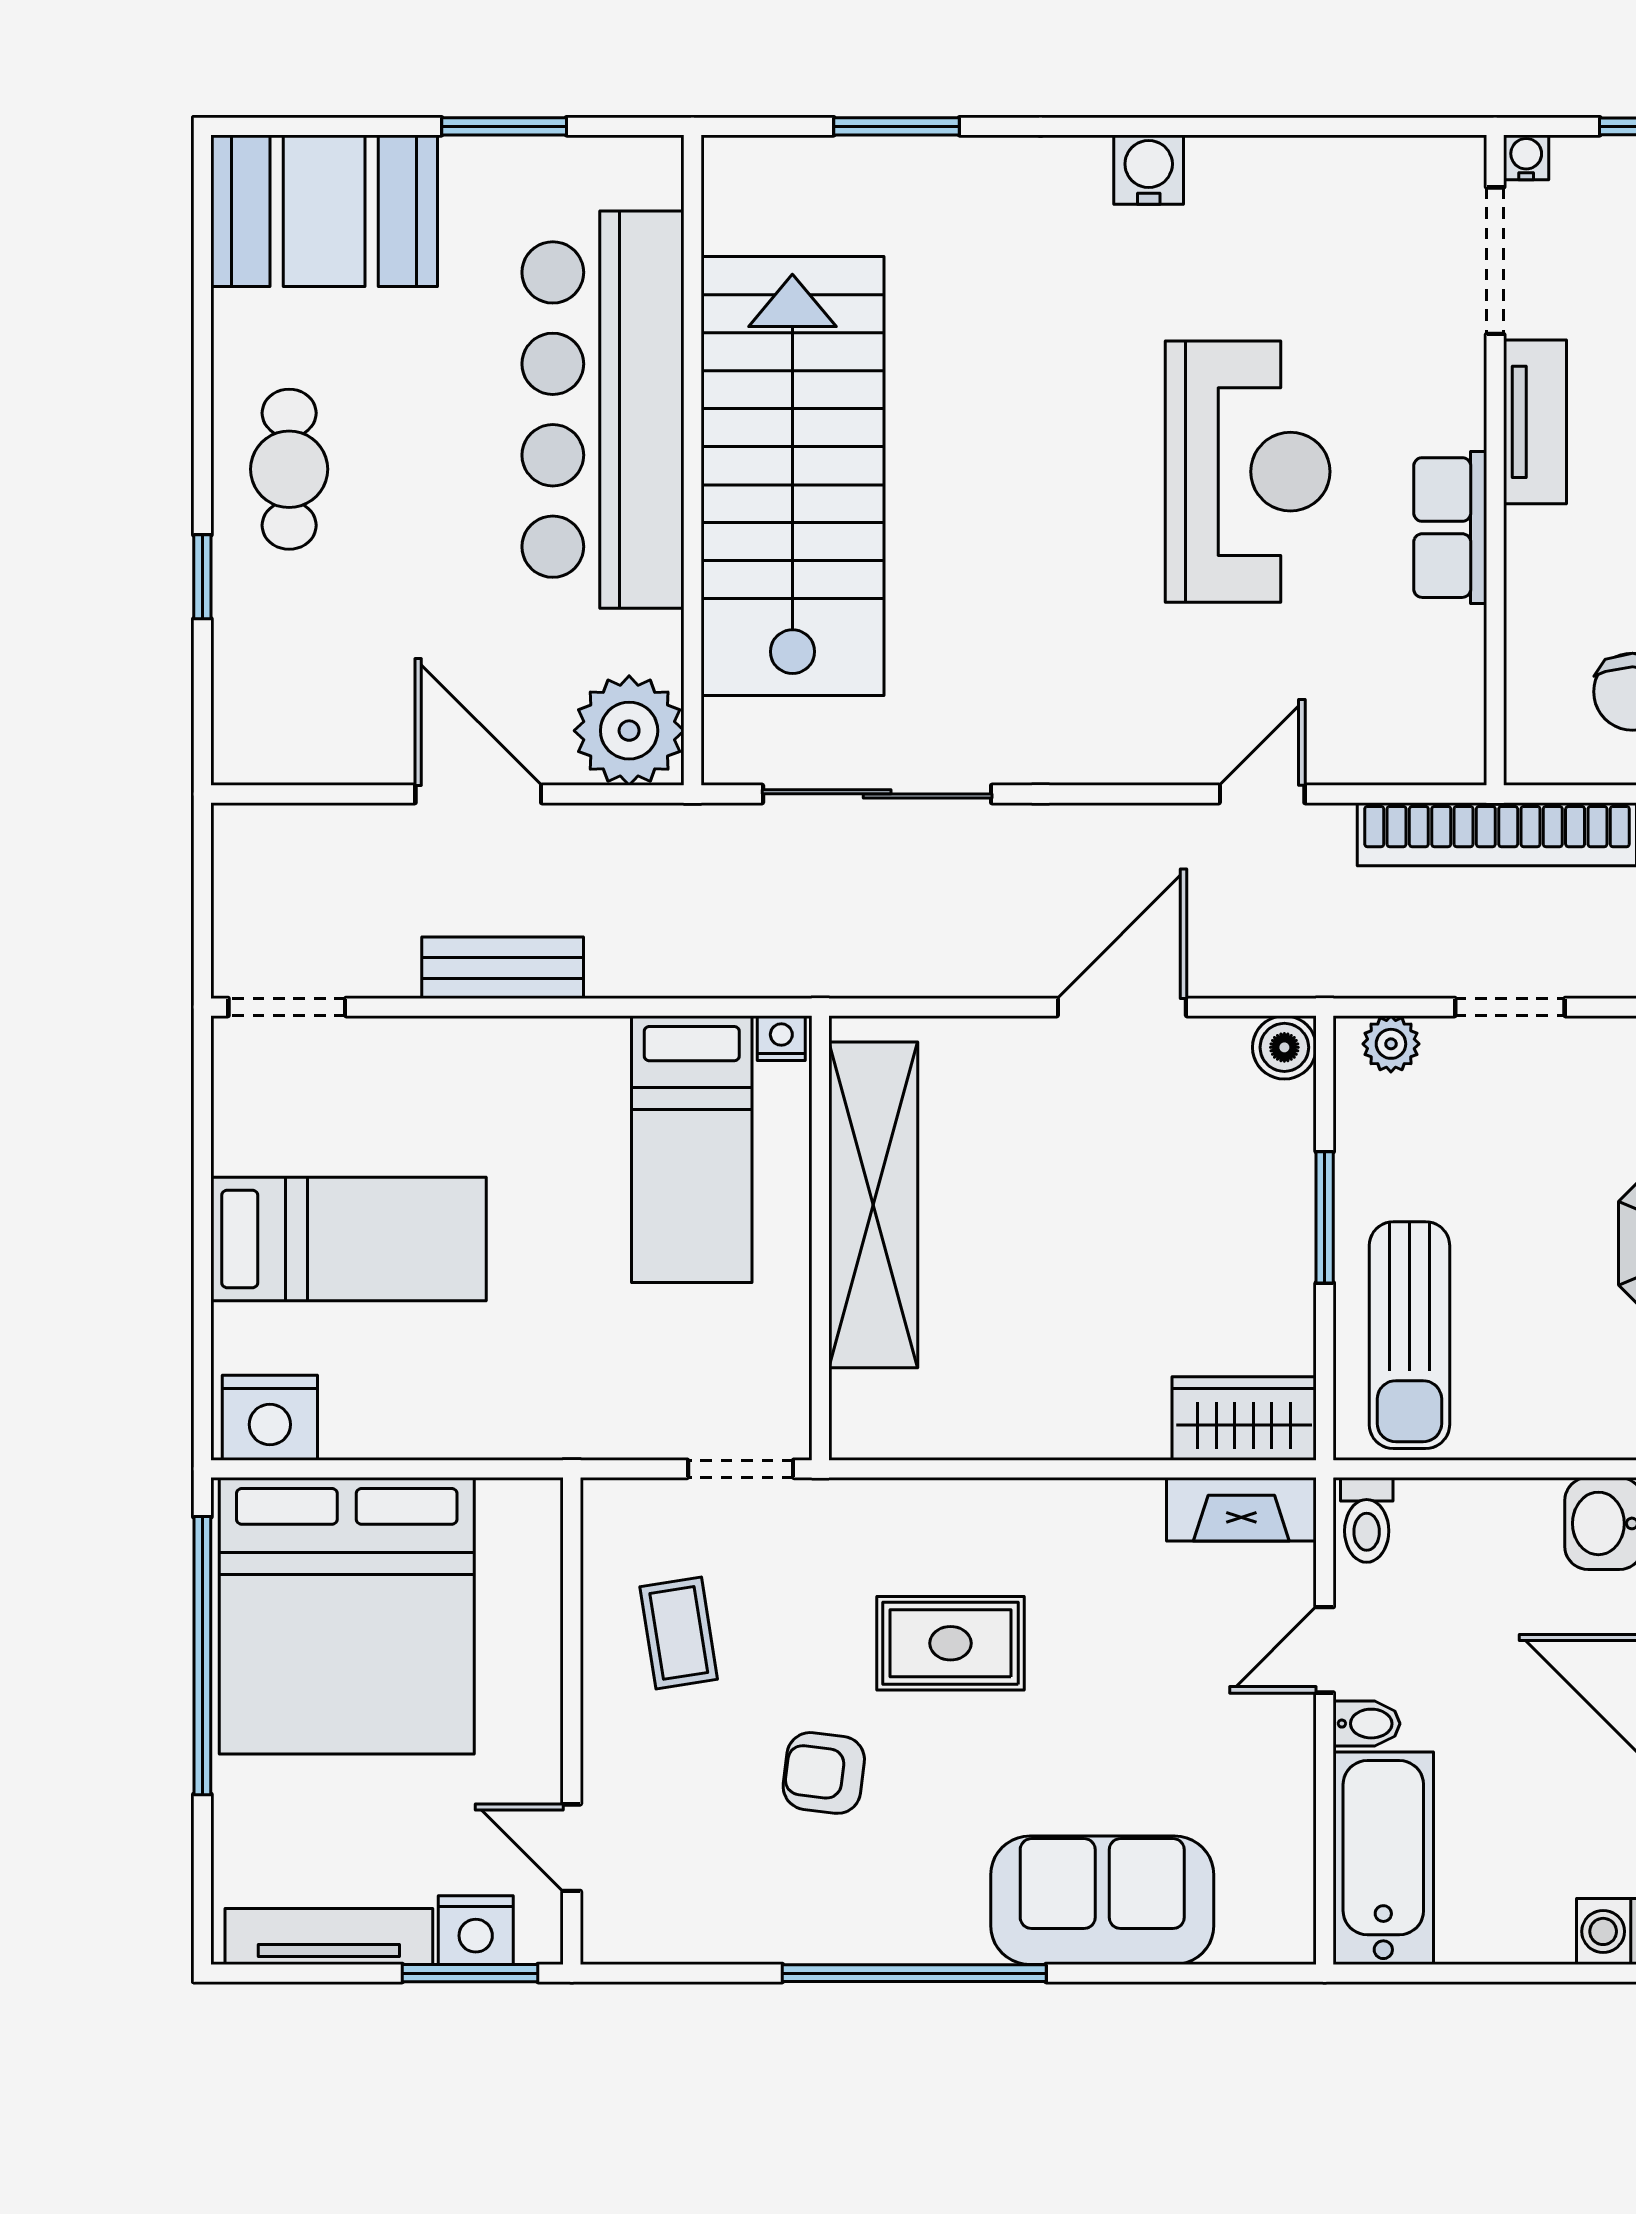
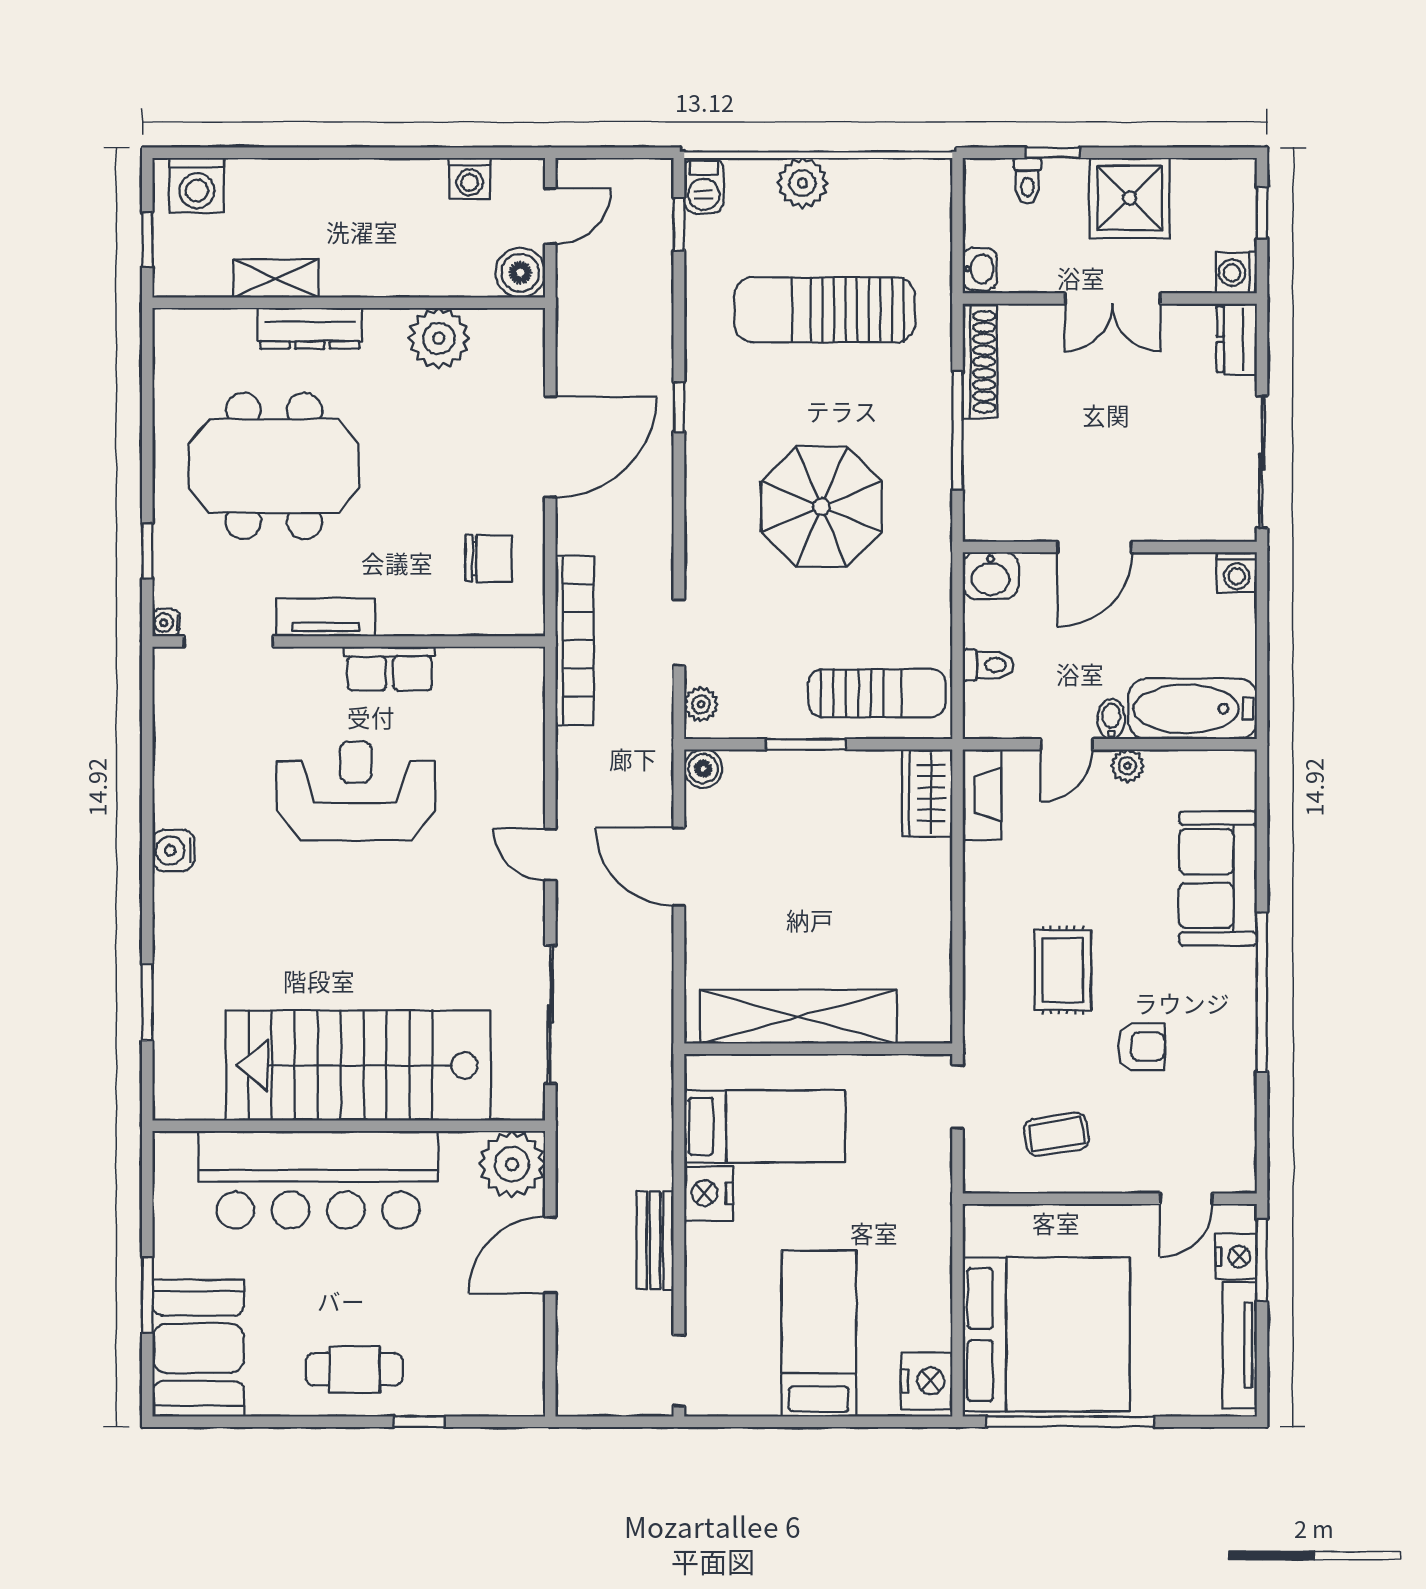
window: (504, 126) -> (147, 1295), moved
door: (1262, 794) -> (550, 855), moved
nightstand: (781, 1038) -> (708, 1193), moved, width x1.89, depth x1.79
toilet: (1367, 1520) -> (988, 665), moved
door: (1325, 1650) -> (1067, 744), hinge flipped
plant: (1289, 1750) -> (1127, 766), added
armchair: (824, 1773) -> (1141, 1047), turned -97

